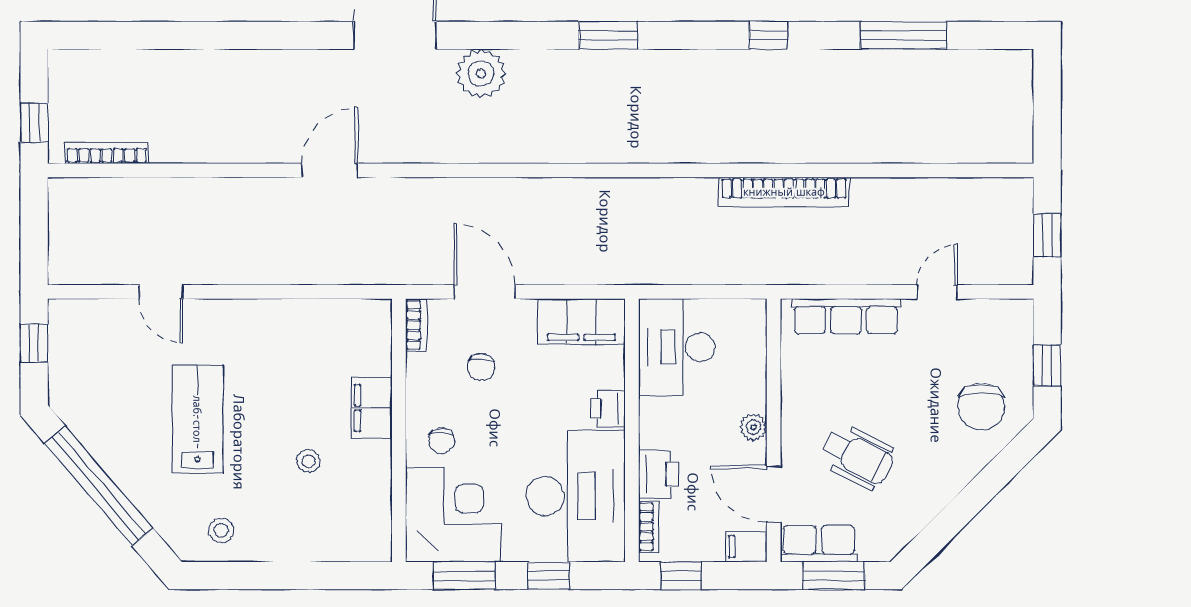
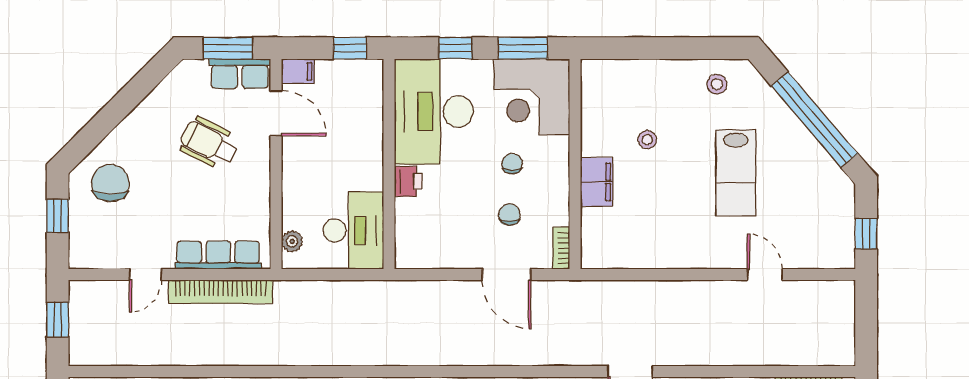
bookcase: (784, 192) -> (221, 292), moved, turned 180
filing cabinet: (581, 321) -> (429, 251), removed
plant: (753, 427) -> (292, 241), moved
chair: (442, 441) -> (512, 164), moved
printer: (658, 474) -> (368, 129), removed
bookcase: (649, 527) -> (376, 87), removed

